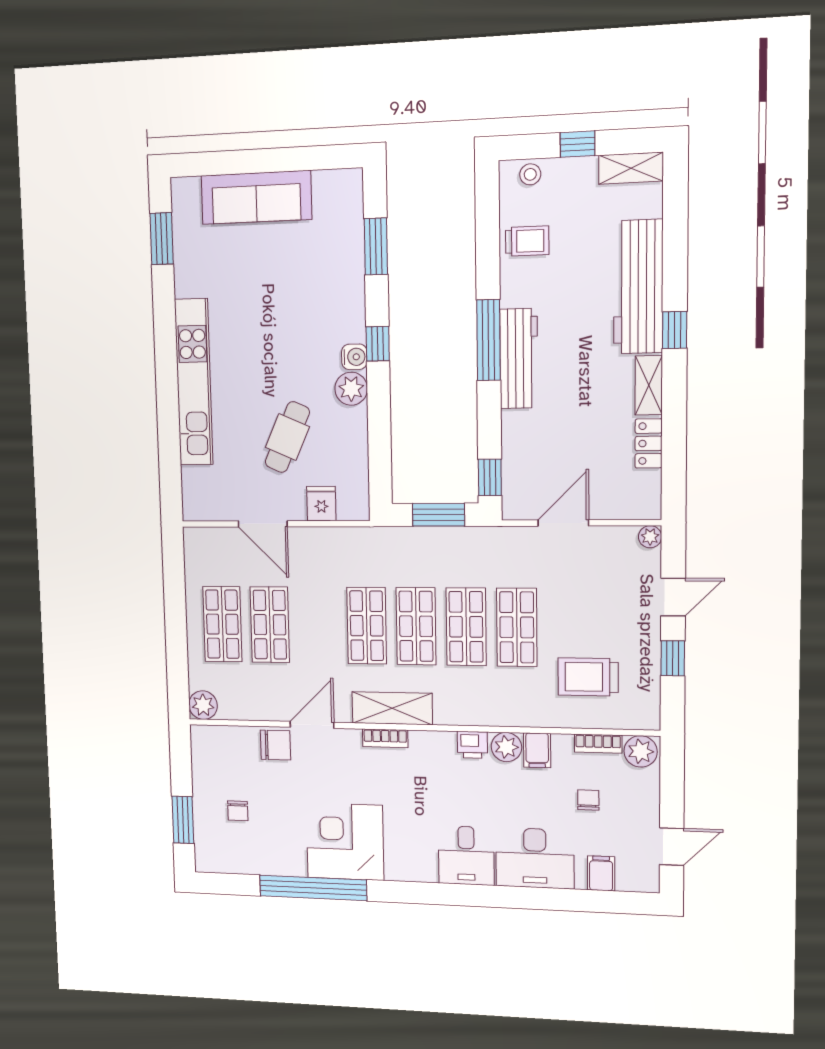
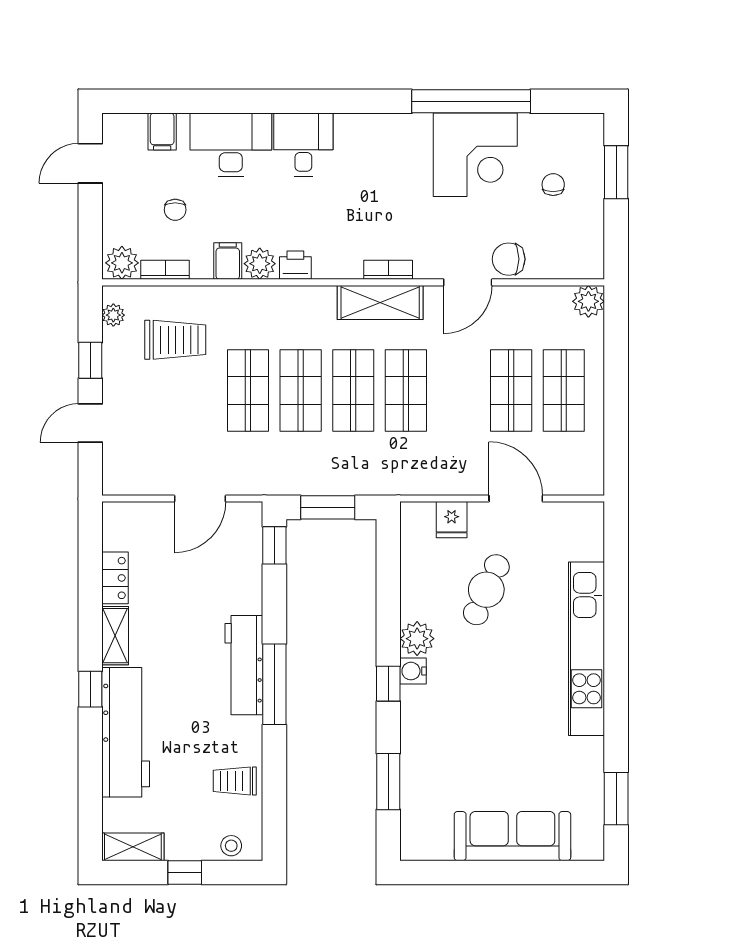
plant: (650, 537) -> (113, 315), moved
corner desk: (345, 842) -> (475, 155), moved

